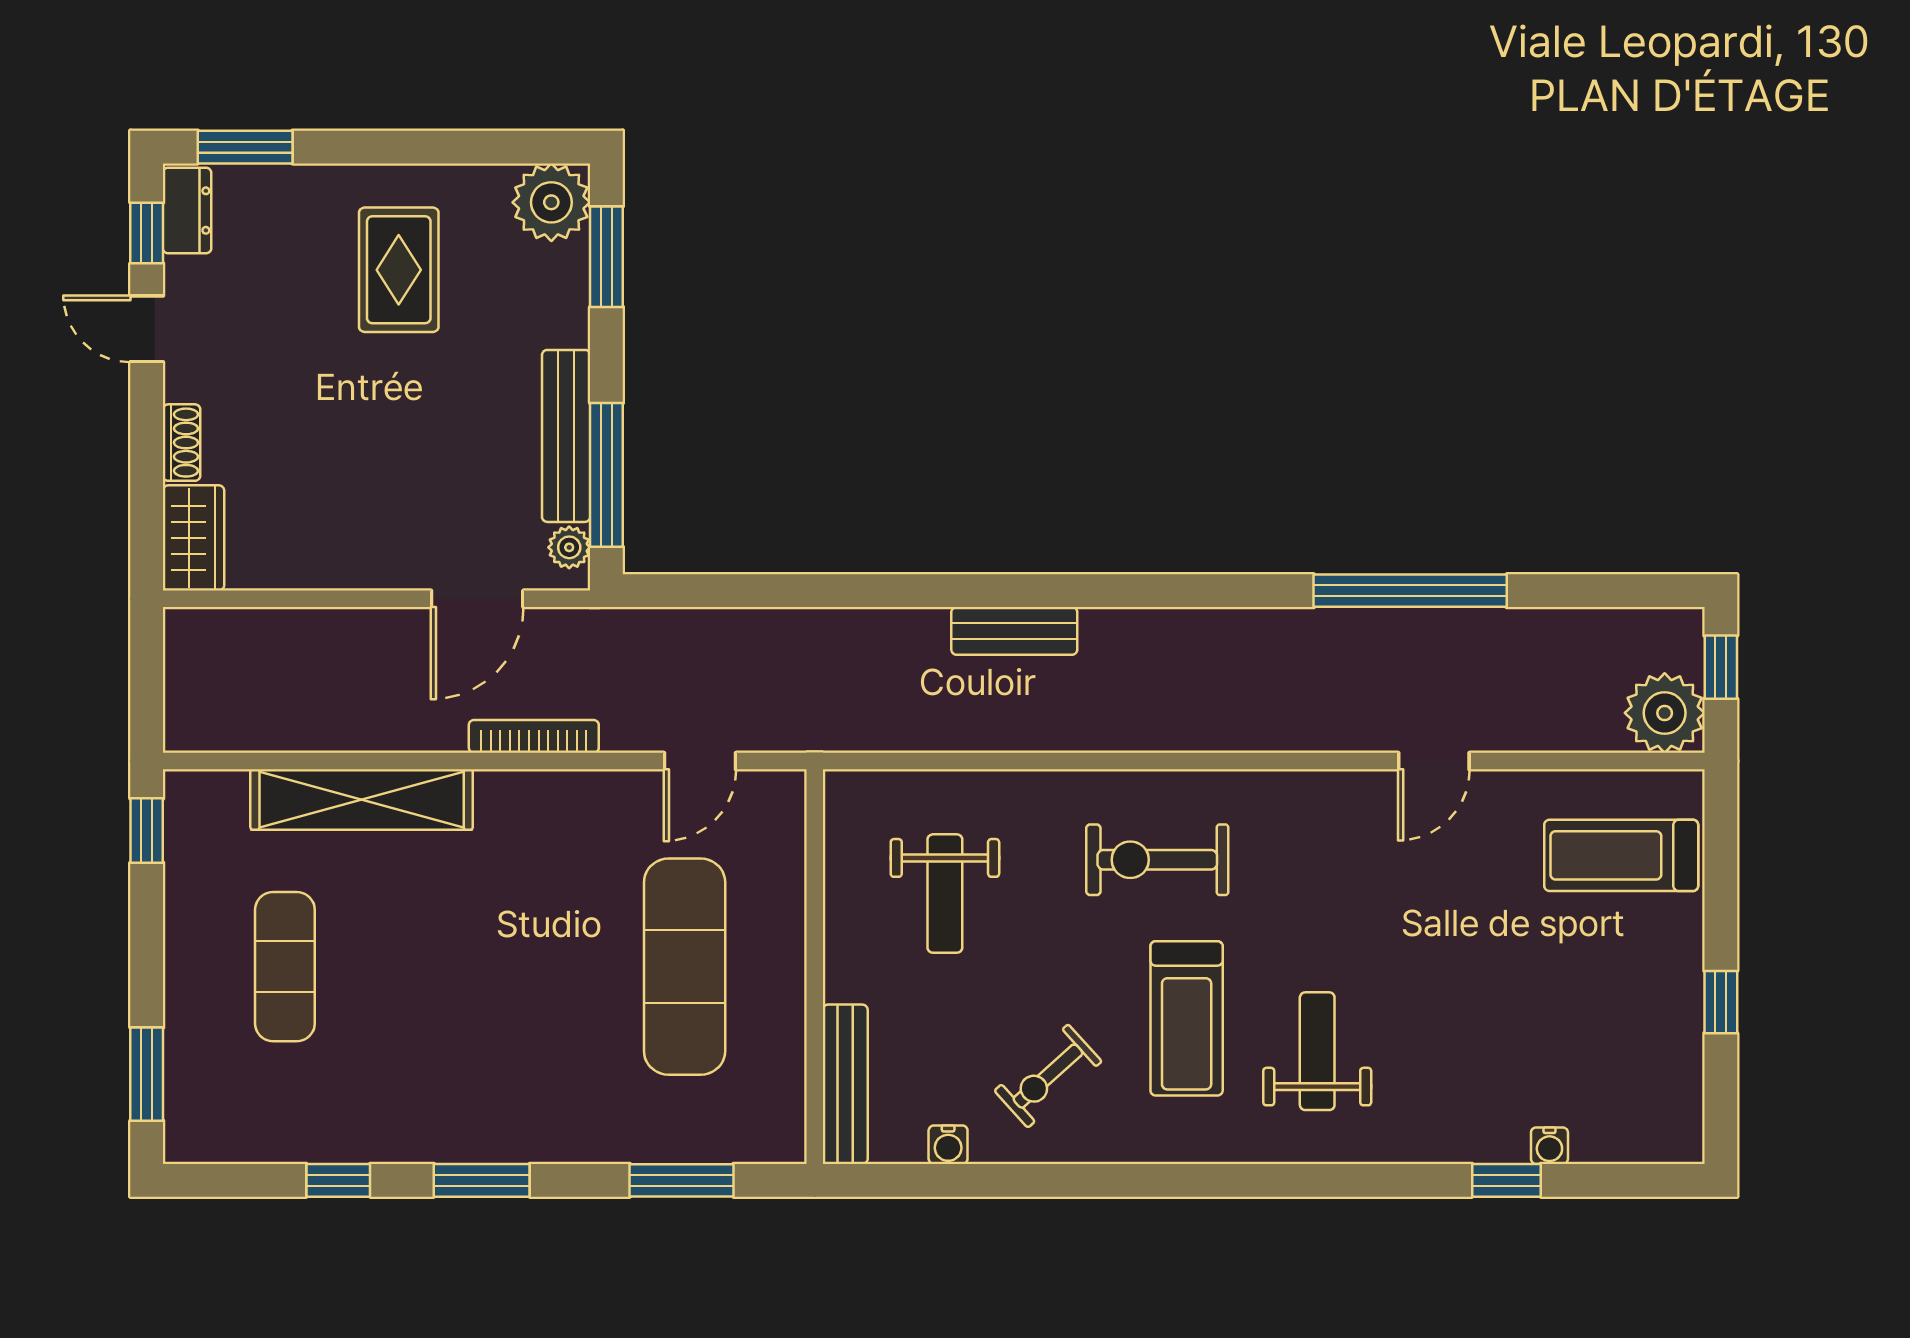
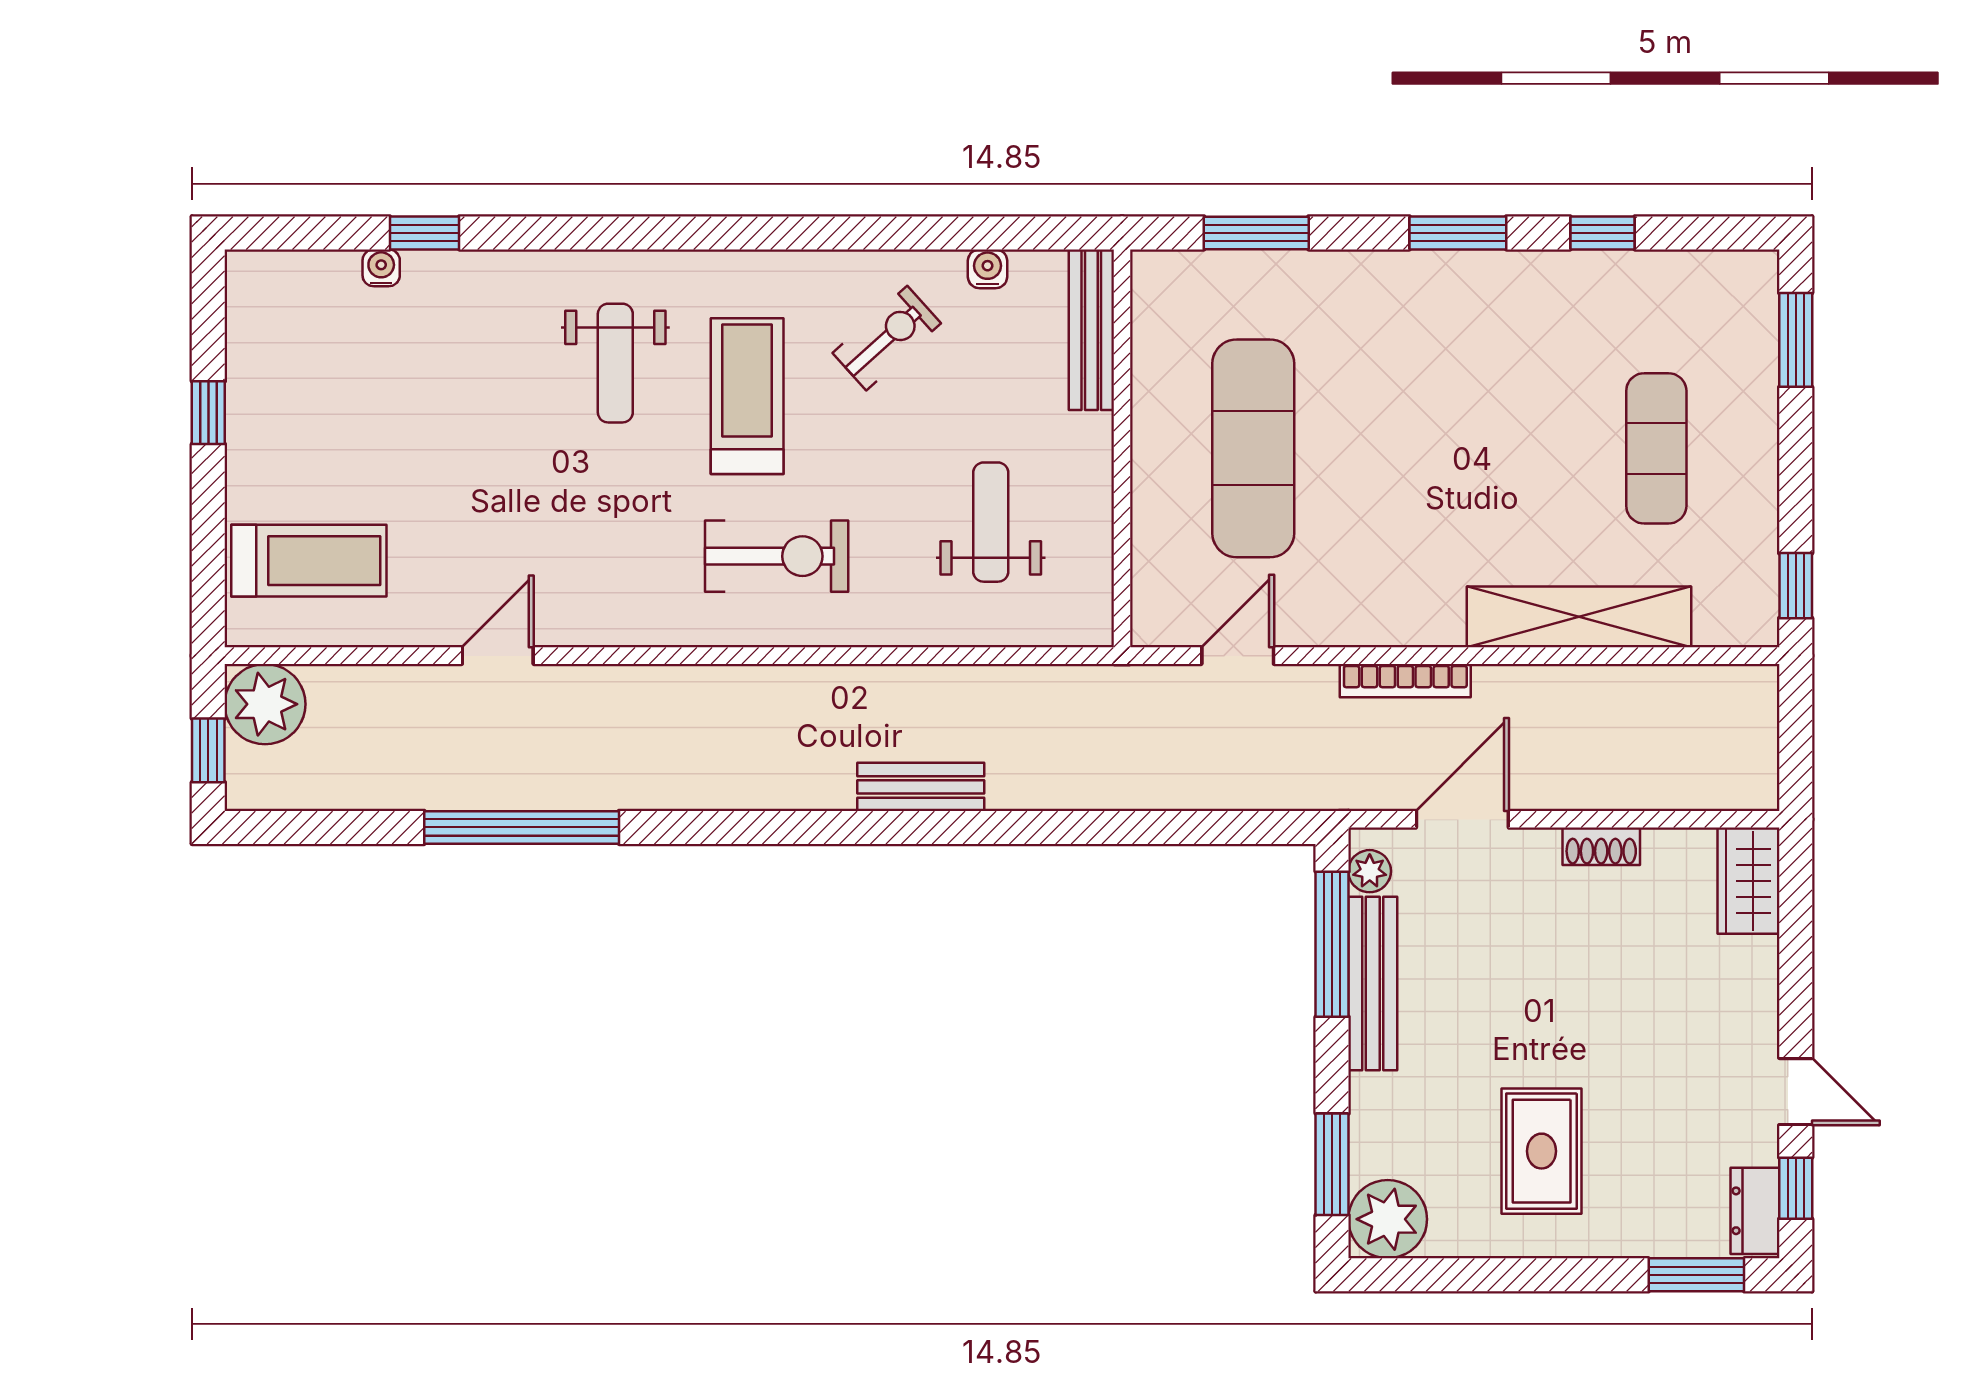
shoe rack: (181, 443) -> (1601, 846), moved, turned -90

